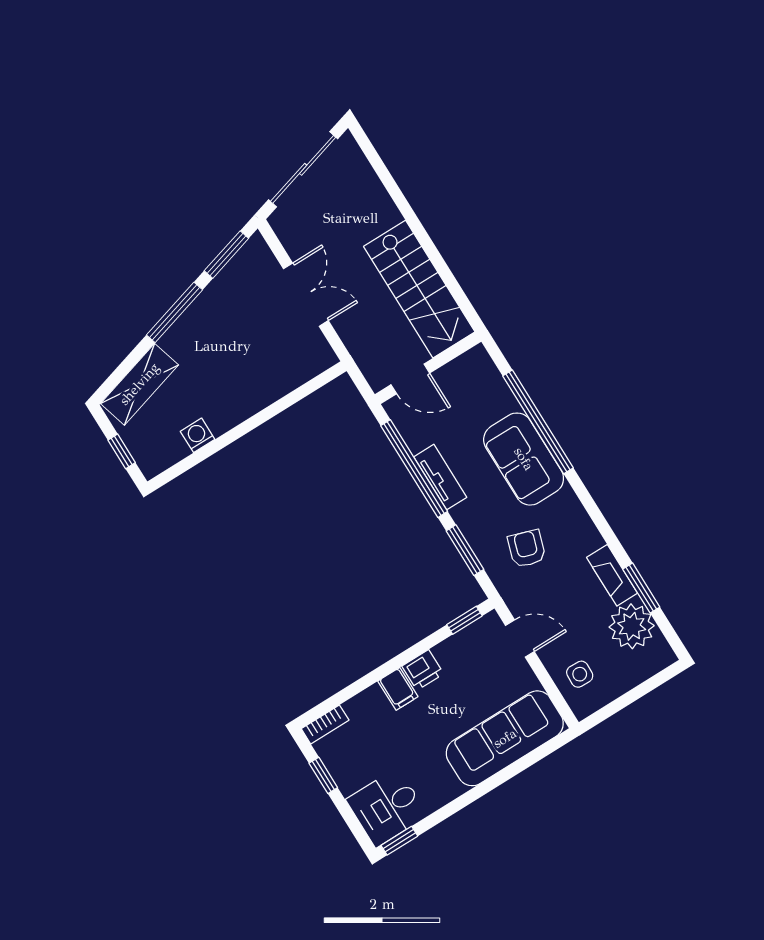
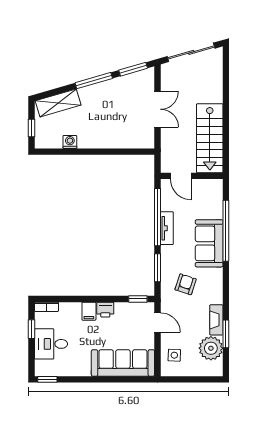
desk: (387, 808) -> (51, 344), moved

